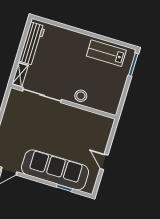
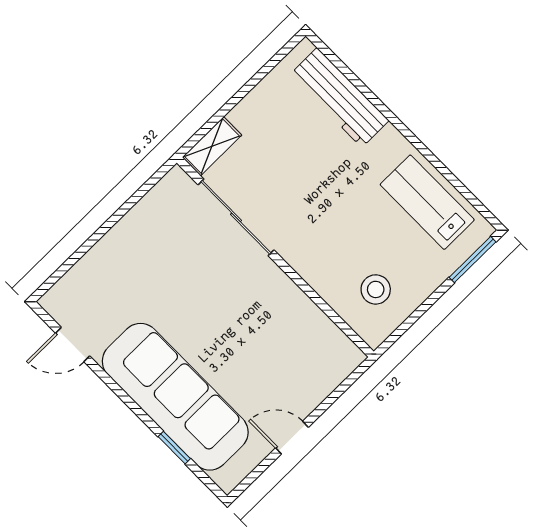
workbench: (32, 44) -> (339, 98), moved, turned 90
stool: (81, 96) -> (376, 289), moved
door: (104, 162) -> (292, 438), hinge flipped

